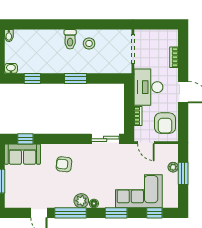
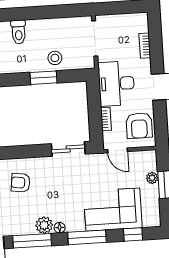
stool: (89, 43) -> (55, 58), moved
window: (76, 79) -> (43, 78), moved
window: (116, 213) -> (87, 237), width x1.44

